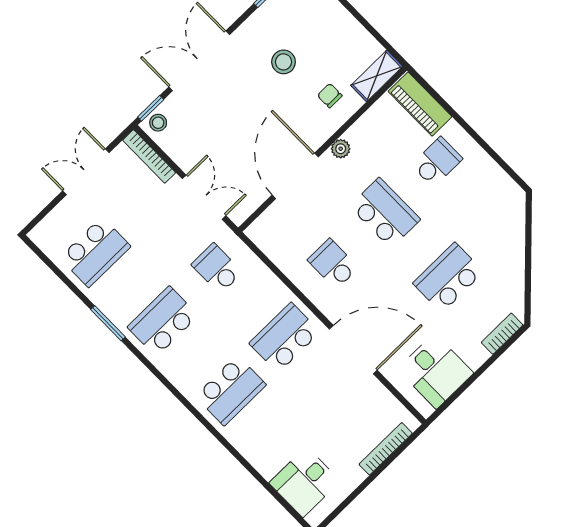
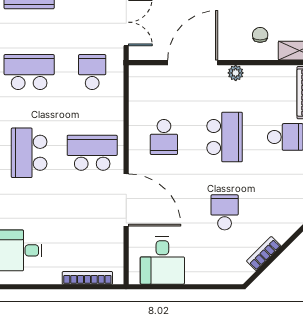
school desk: (333, 264) -> (164, 137), turned 180
school desk: (448, 277) -> (225, 212), width x0.54
bookcase: (502, 334) -> (264, 254), moved, turned -45
school desk: (231, 391) -> (29, 153), turned 90

